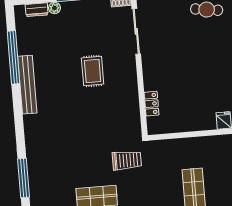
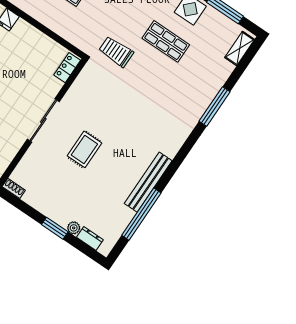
sliding door: (136, 31) -> (43, 120), moved
locker: (152, 104) -> (67, 68), moved

